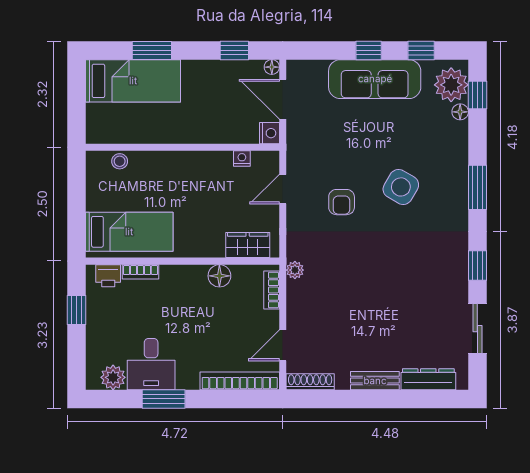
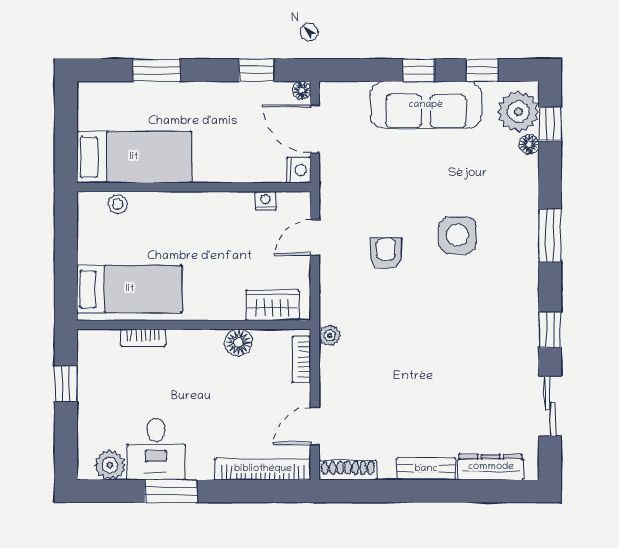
bed: (133, 81) -> (134, 157), moved
side table: (401, 187) -> (457, 235), turned -30
armchair: (342, 202) -> (386, 253), turned 180
printer: (108, 276) -> (104, 342), removed

